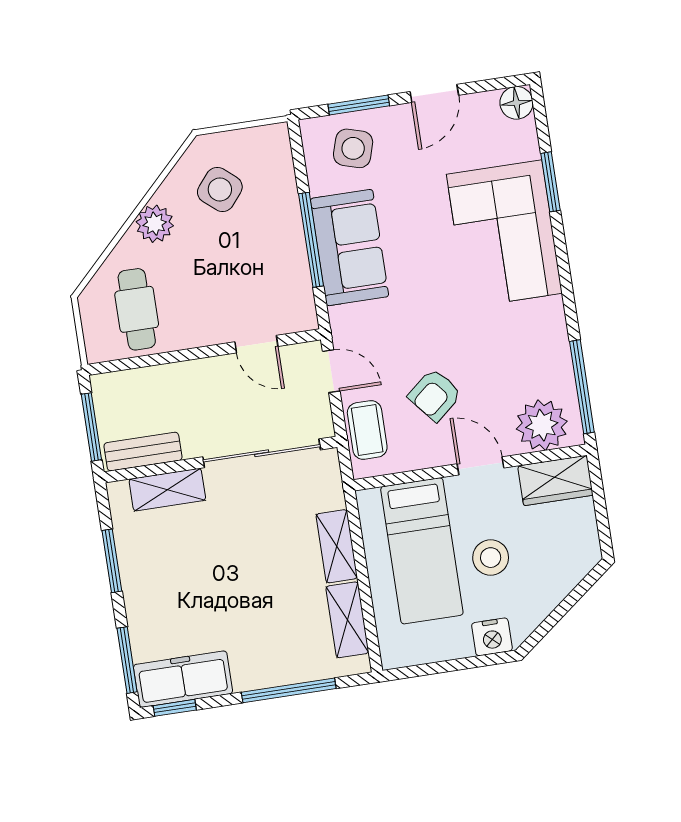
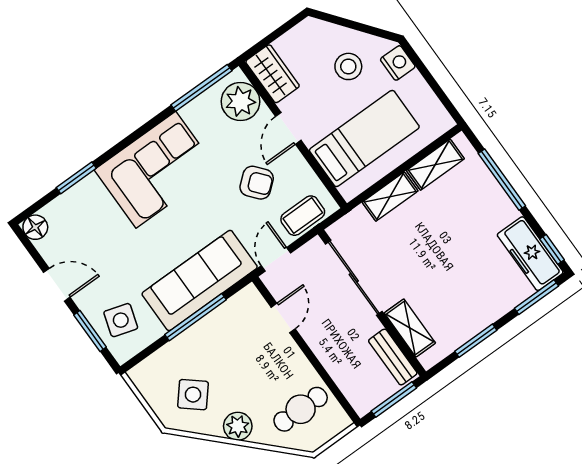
corner sofa: (504, 234) -> (156, 170), moved
sofa: (349, 248) -> (200, 280), width x1.36
stool: (491, 558) -> (348, 66), moved

